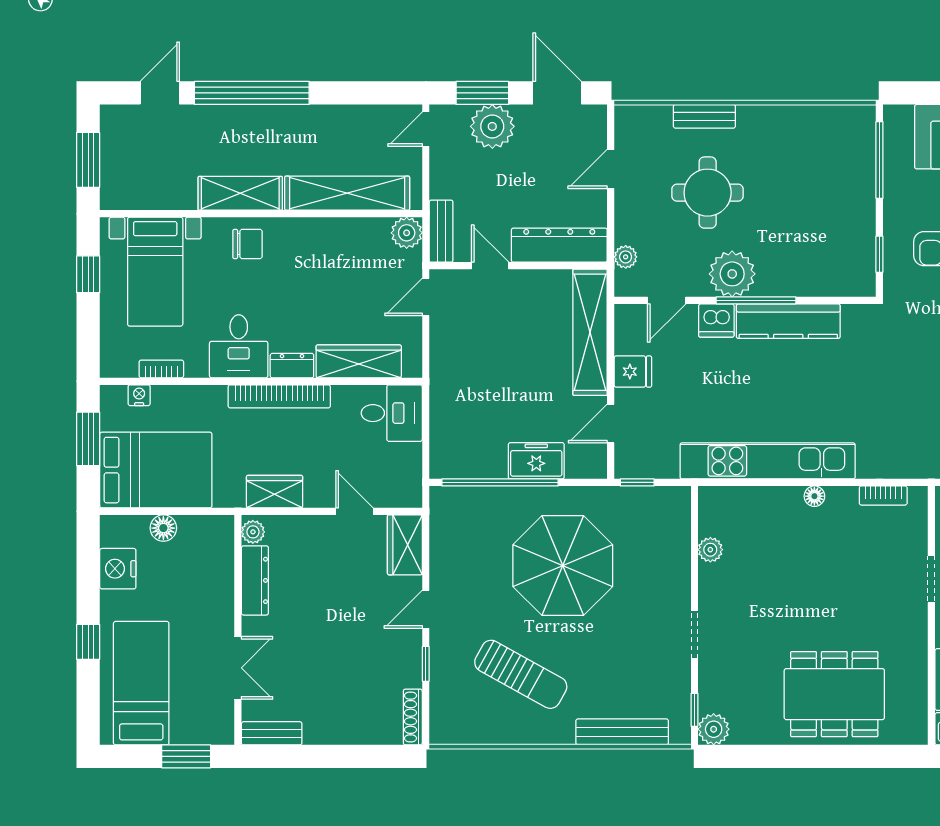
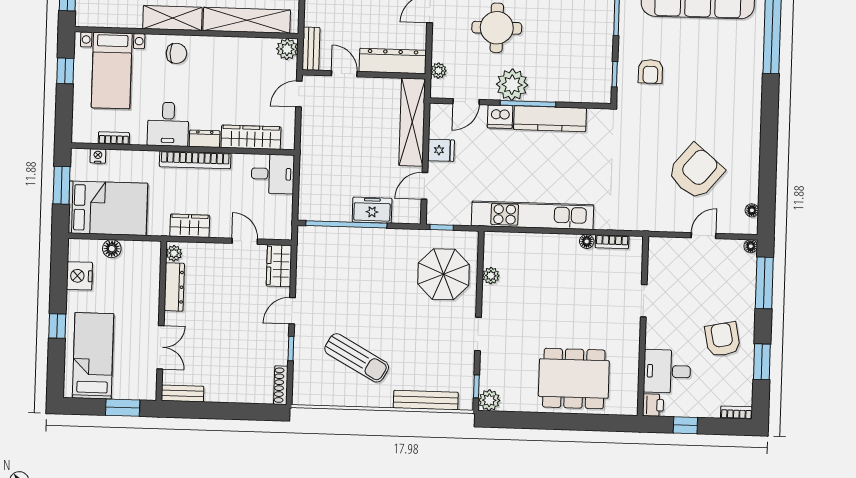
floor lamp: (814, 496) -> (587, 241), moved
parasol: (563, 566) -> (443, 274), moved, width x0.73, depth x0.73

